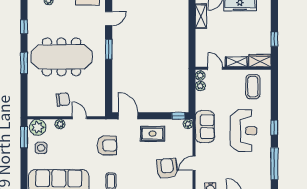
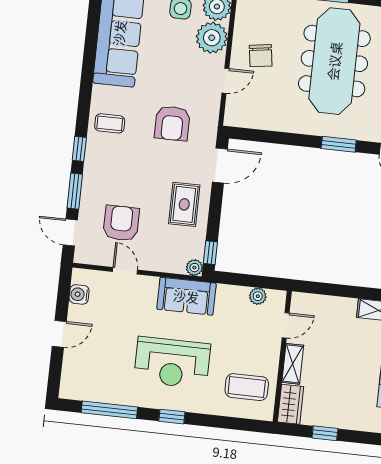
plant: (200, 75) -> (276, 298), removed
plant: (60, 124) -> (212, 38), width x1.87, depth x1.87
armchair: (167, 168) -> (121, 223), turned -84

